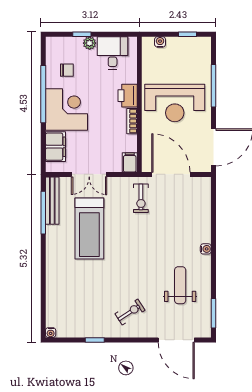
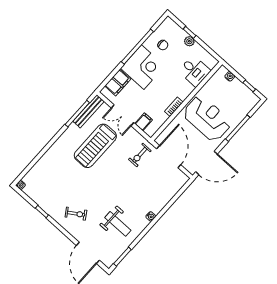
desk: (113, 53) -> (194, 71), moved, turned 90
printer: (128, 96) -> (184, 90), removed
reception desk: (175, 103) -> (207, 118), turned 180
filing cabinet: (130, 162) -> (144, 122), moved
weight bench: (180, 285) -> (118, 224), turned 90

